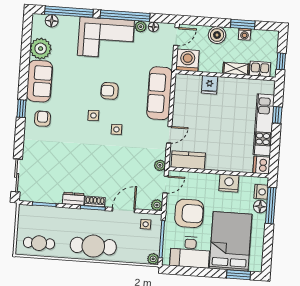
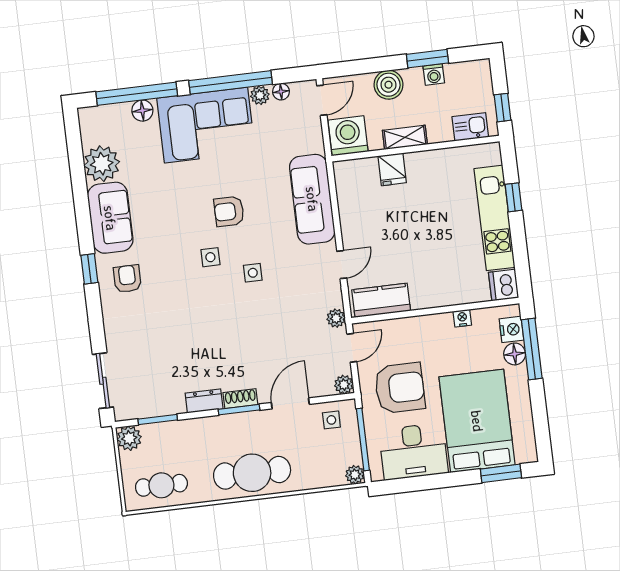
floor lamp: (52, 21) -> (142, 111), moved
shelving: (236, 69) -> (405, 137), moved
nightstand: (229, 183) -> (462, 318), width x0.53, depth x0.56
plant: (25, 212) -> (129, 438), added

